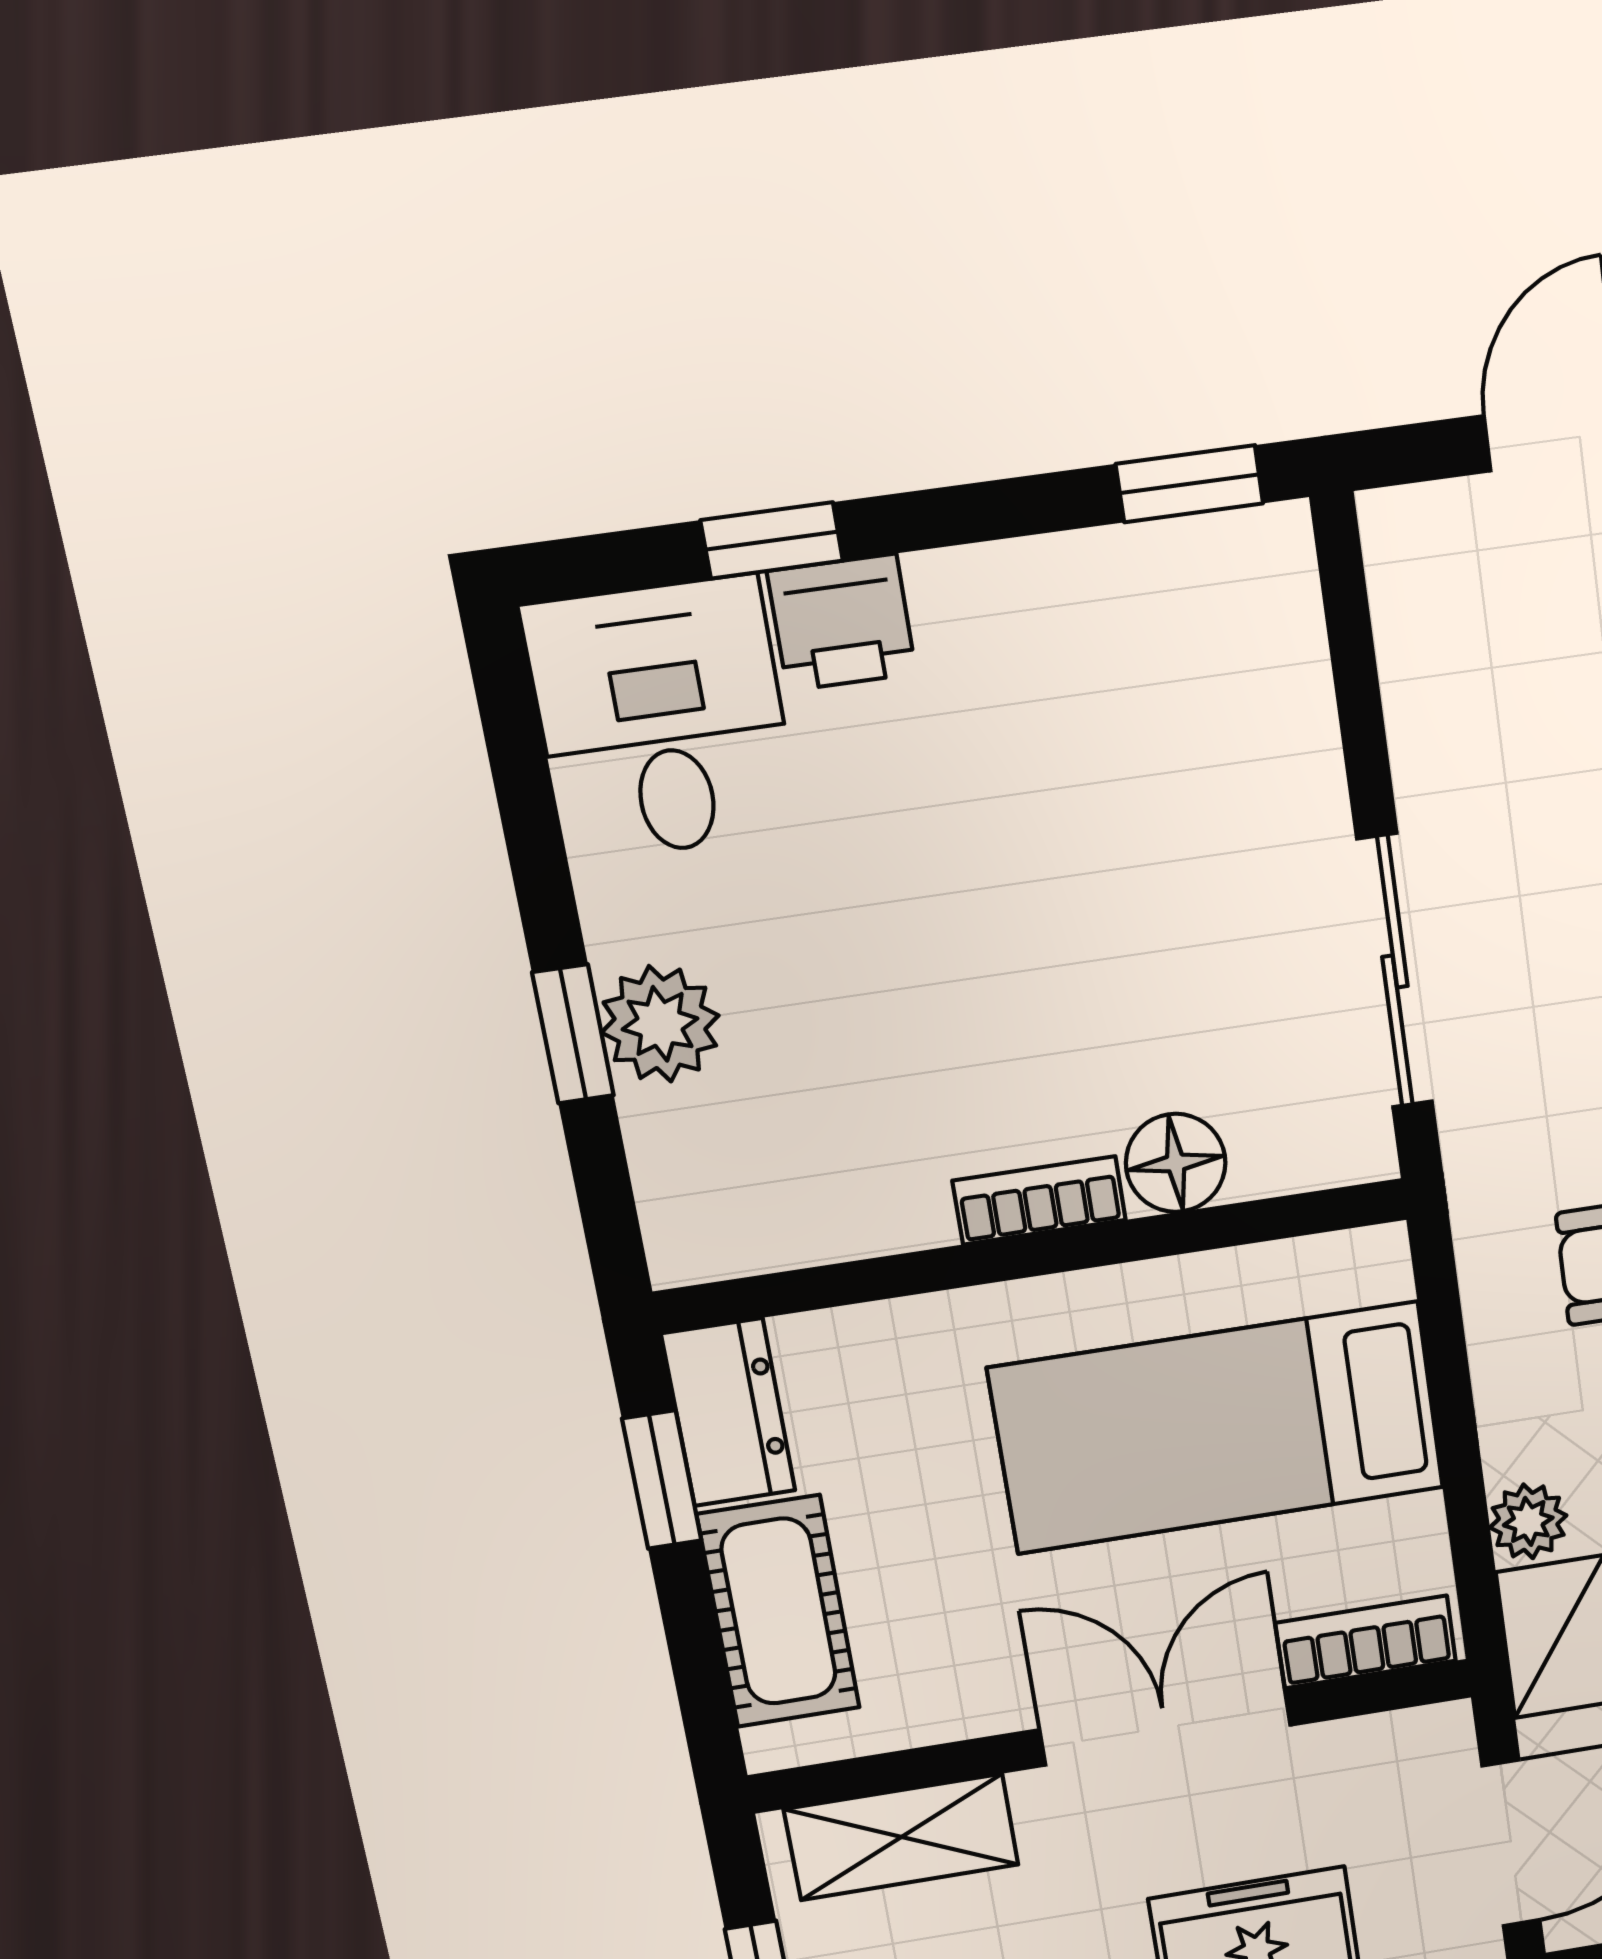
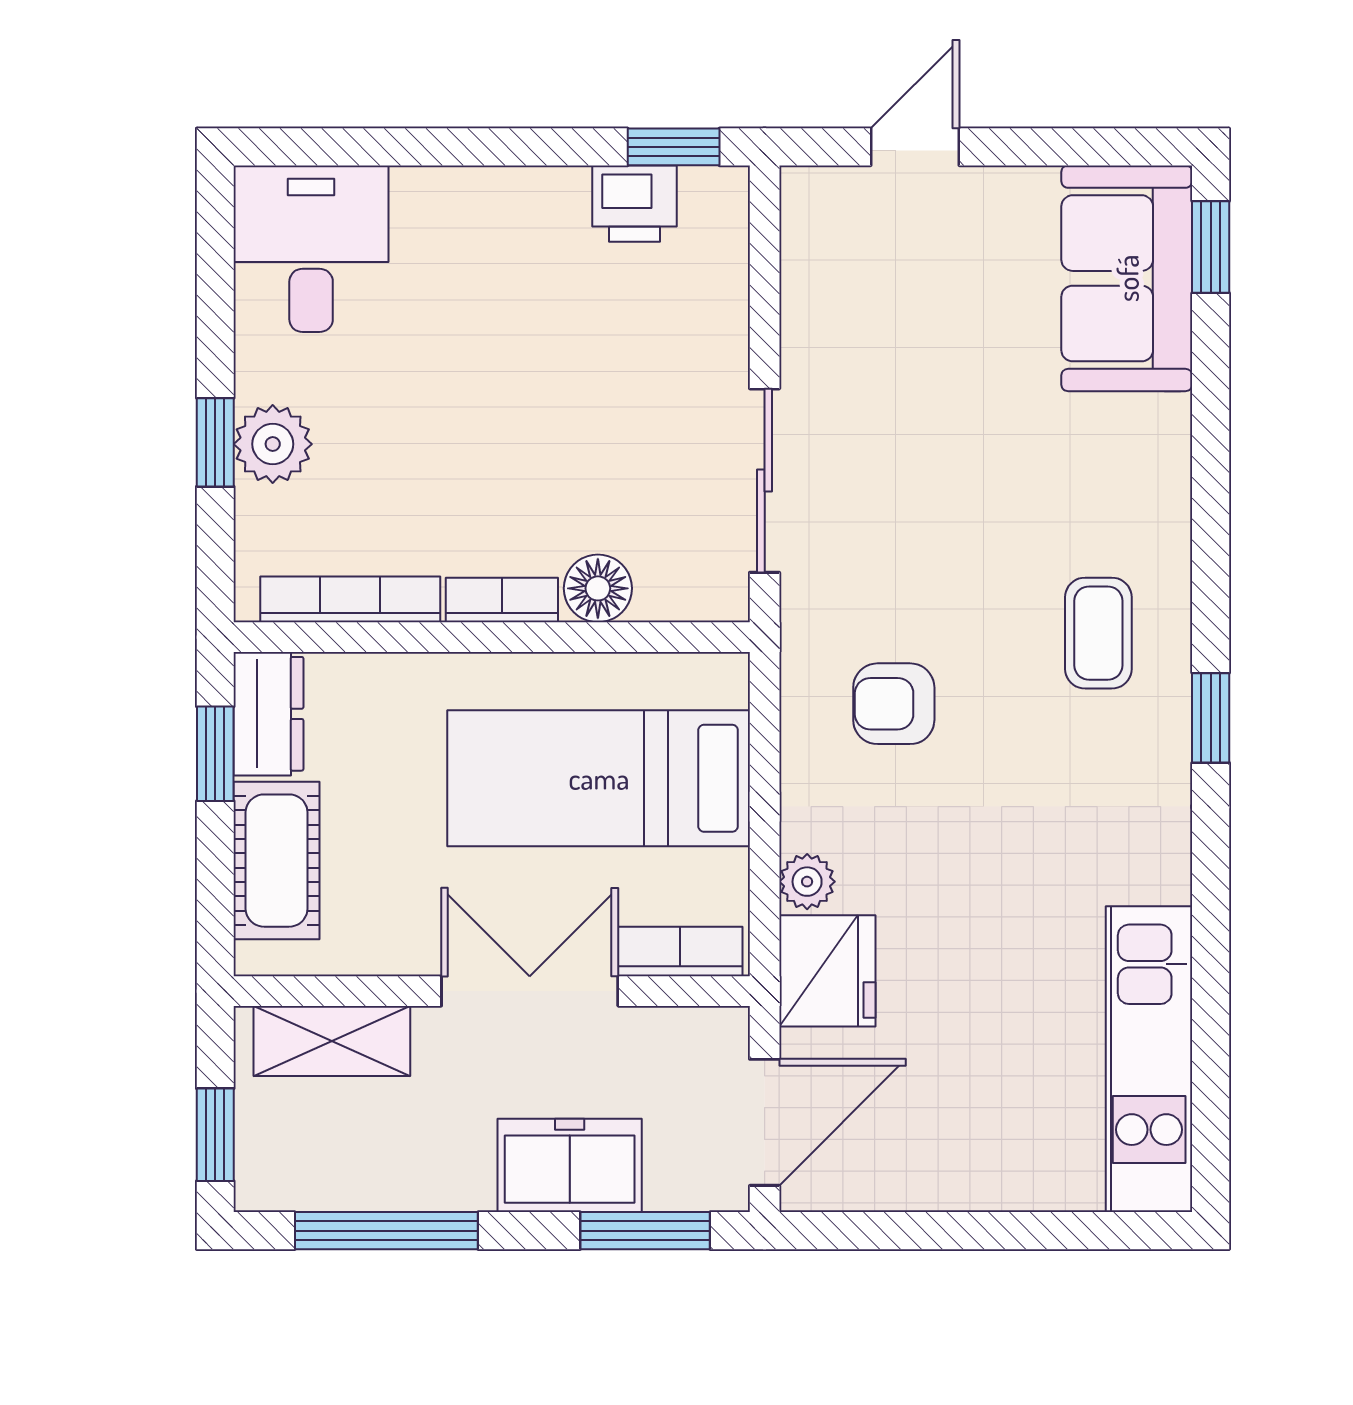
window: (772, 541) -> (401, 147), removed
printer: (842, 623) -> (634, 204), moved
bookcase: (817, 1233) -> (350, 599), added

